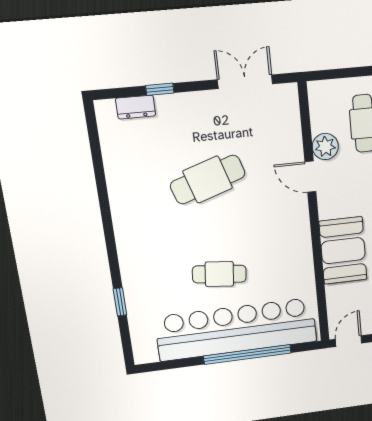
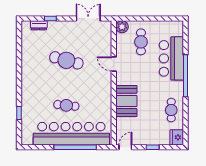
plant: (325, 147) -> (122, 27), moved
cafe table: (208, 180) -> (66, 60), turned 33

